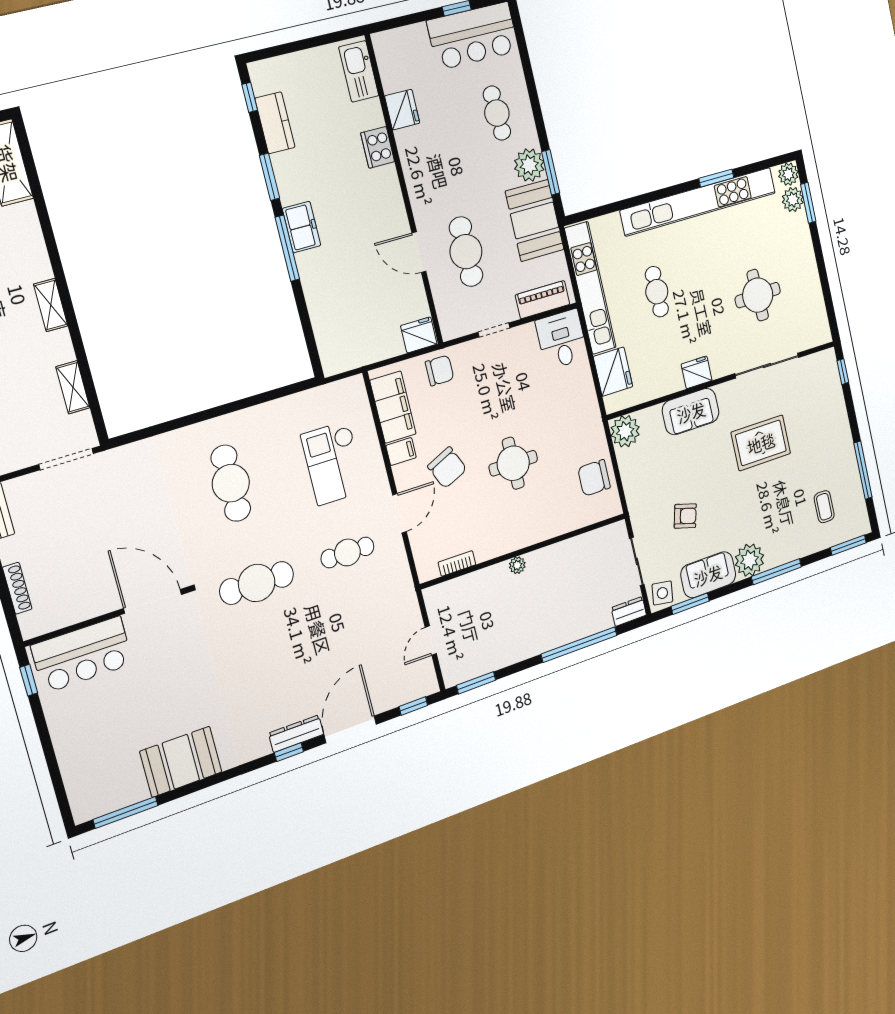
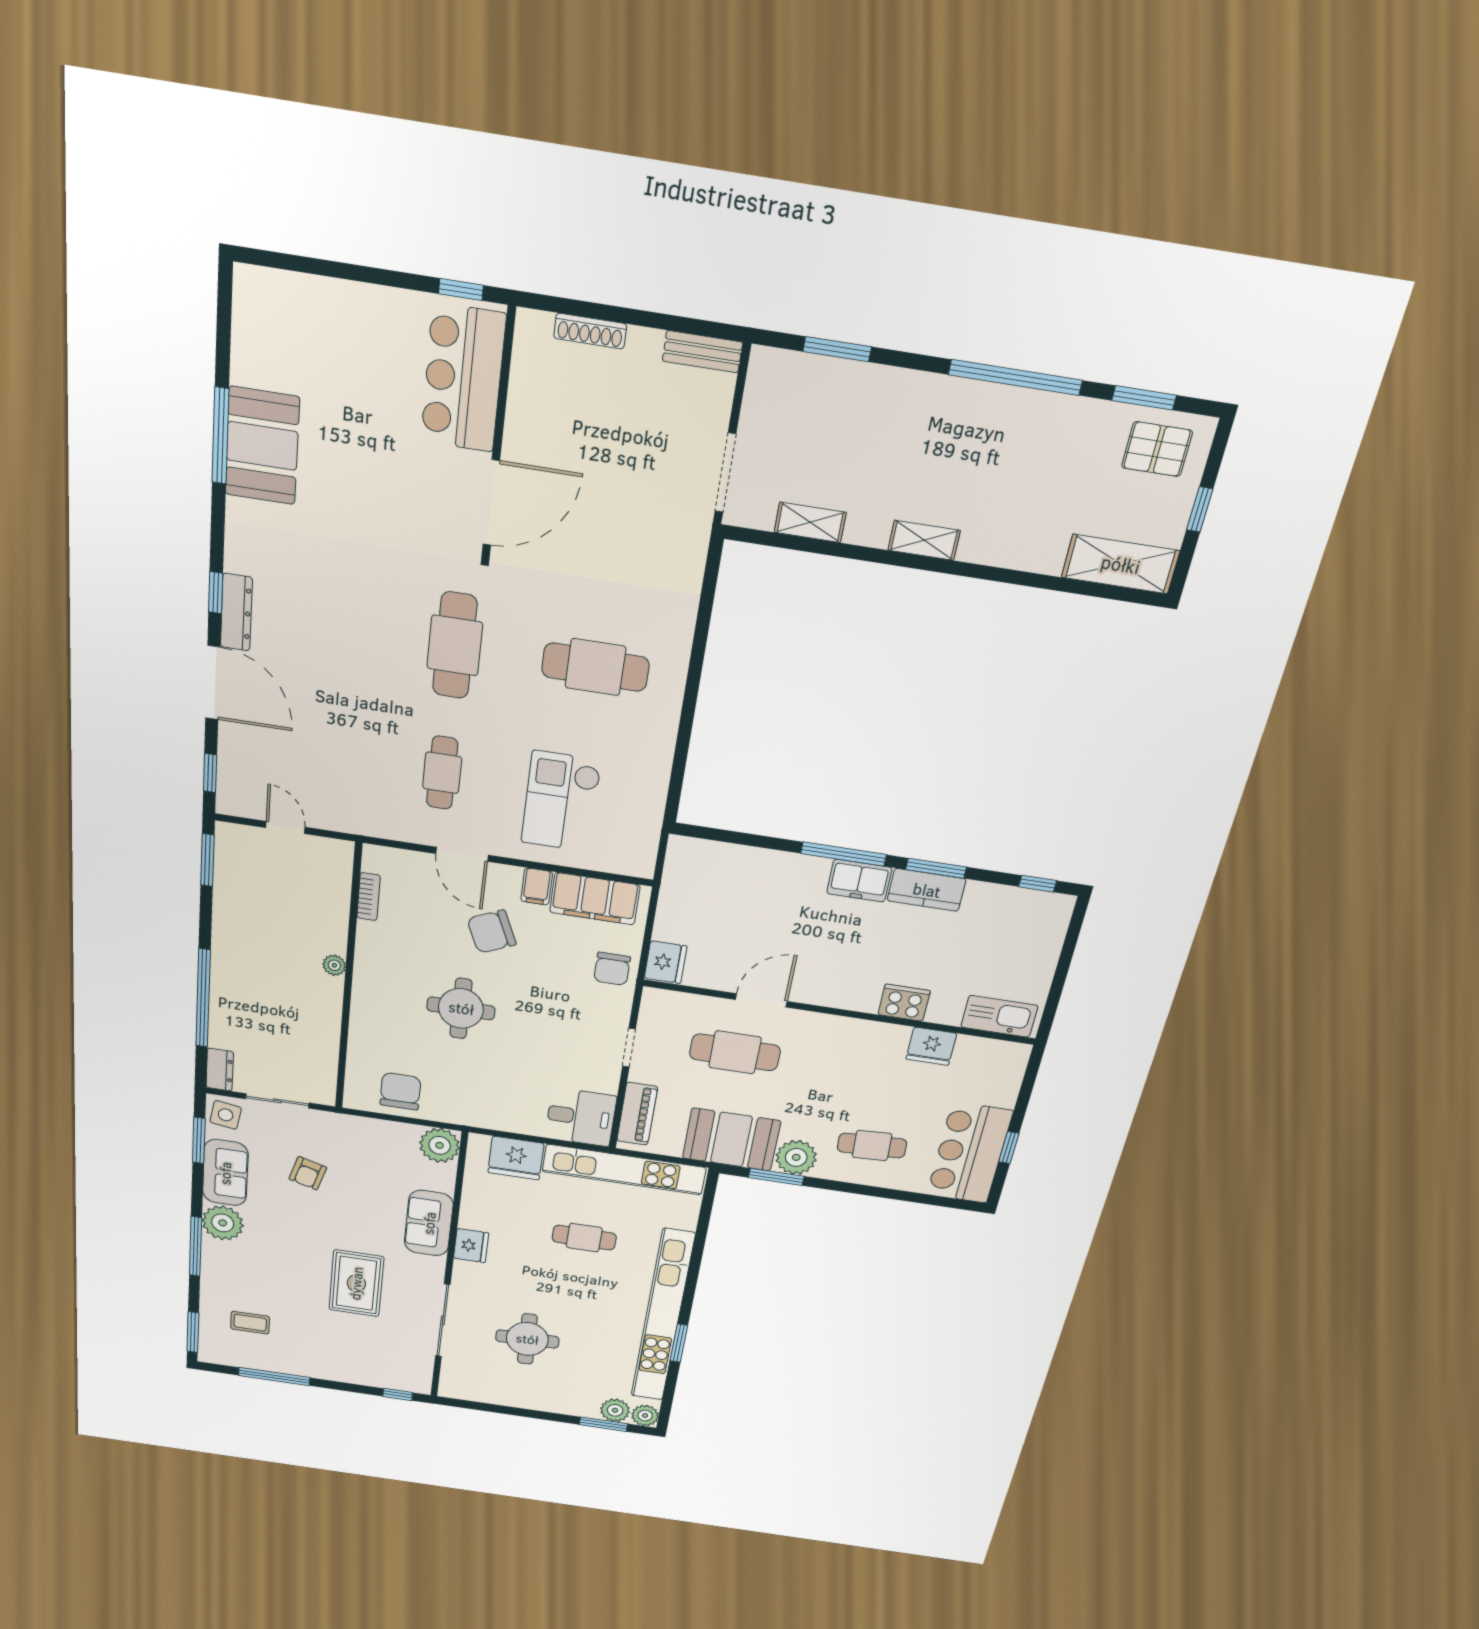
kitchen counter: (275, 123) -> (927, 890), moved
checkout: (333, 463) -> (561, 802), turned -90
window: (126, 812) -> (220, 436), moved

